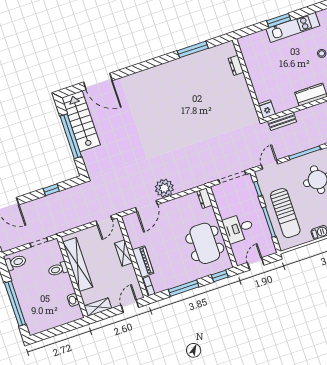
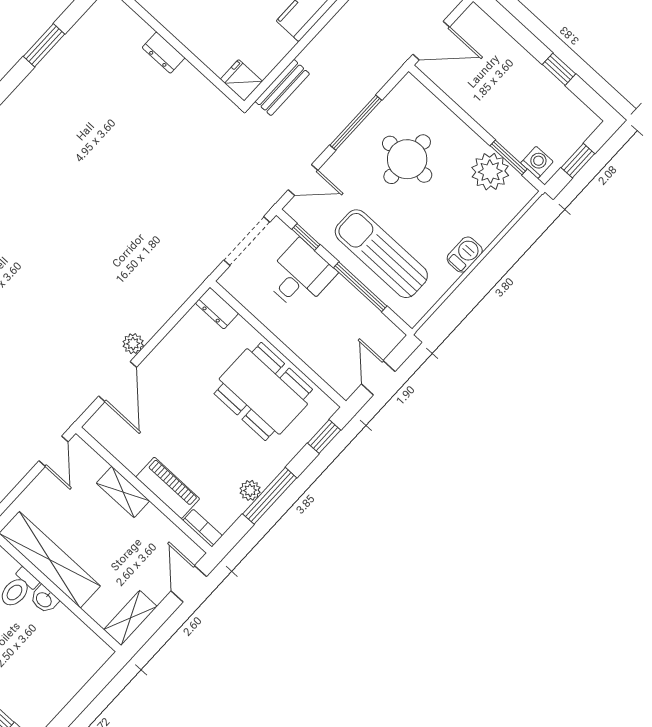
window: (193, 49) -> (44, 45), width x0.69
dresser: (236, 65) -> (164, 53), moved
door: (270, 165) -> (303, 180), swing flipped
plant: (164, 188) -> (133, 344), width x0.53, depth x0.53
sun lounger: (285, 213) -> (381, 254), turned 180
desk: (238, 228) -> (300, 276), moved, turned 180
plant: (177, 281) -> (250, 490), added
washbasin: (73, 300) -> (44, 599), moved

